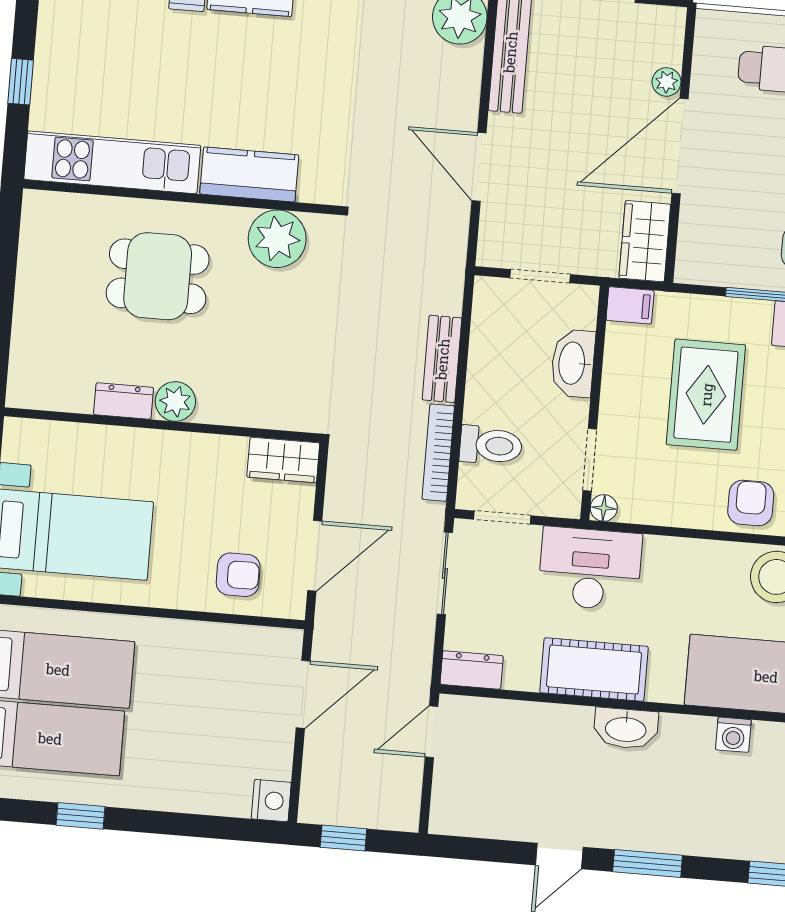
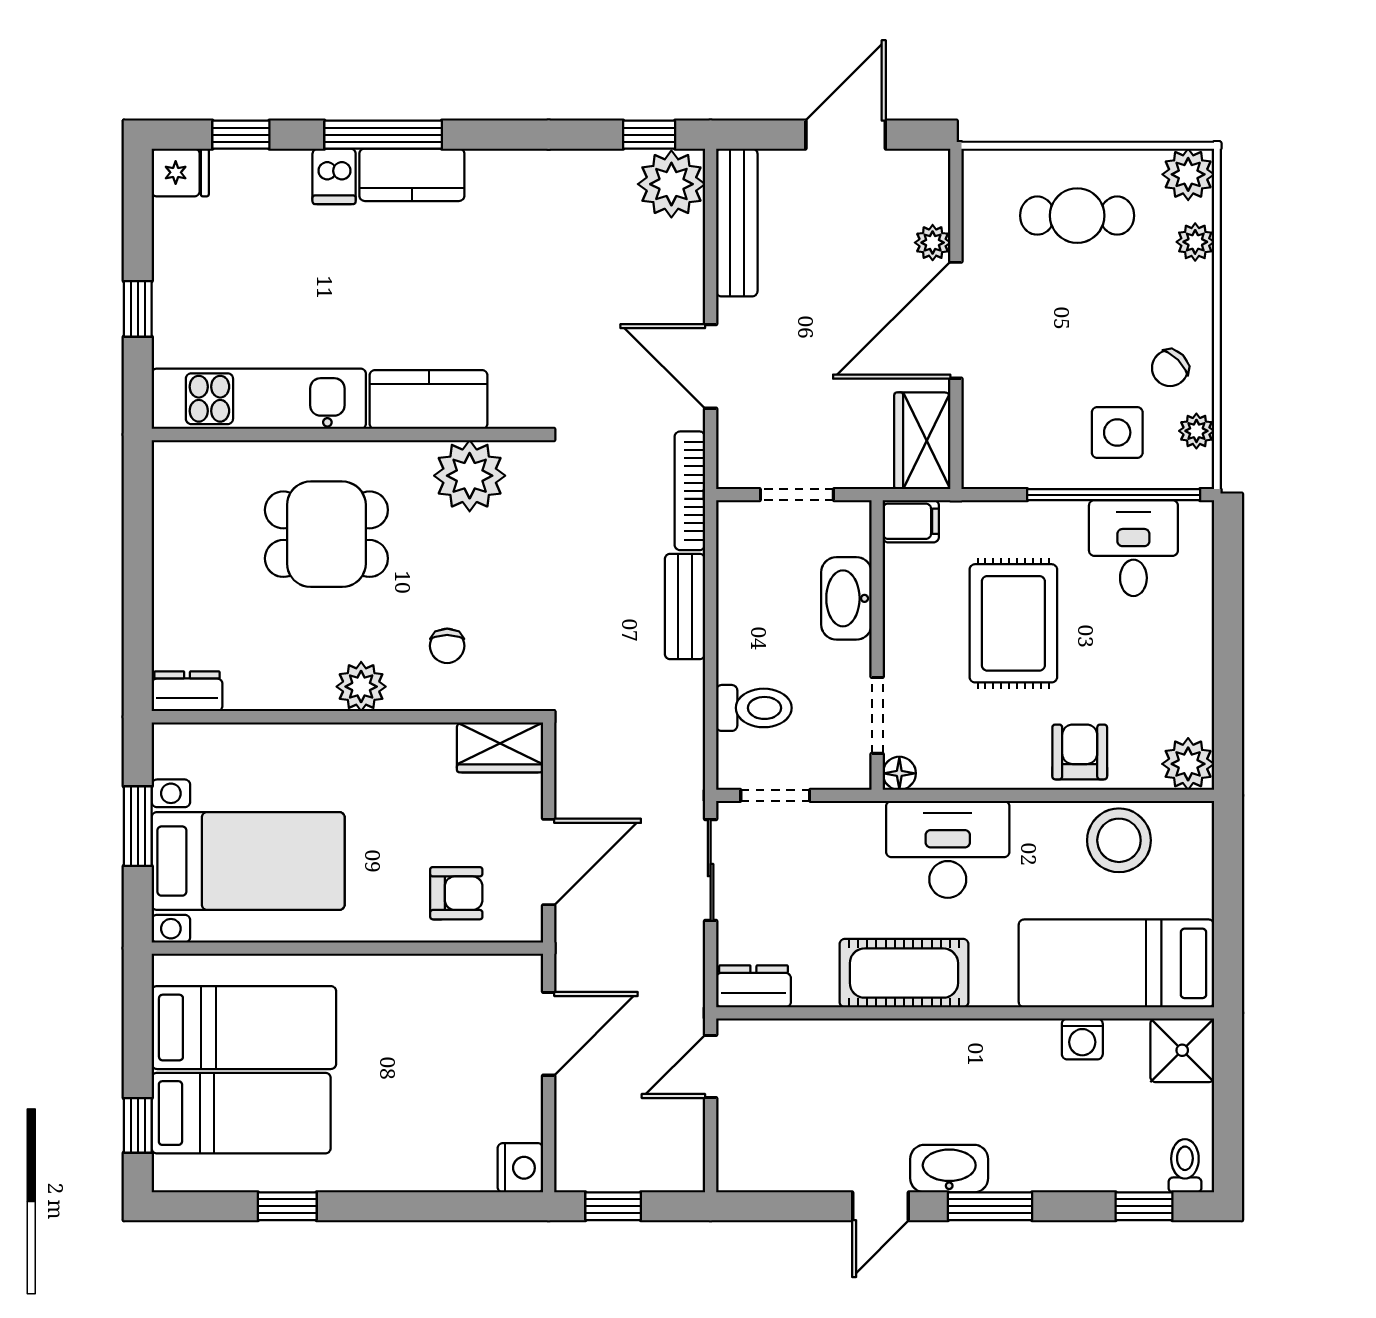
chair: (247, 375) -> (447, 646), added
dresser: (124, 401) -> (187, 691), moved
bookcase: (438, 453) -> (690, 491), moved
desk: (590, 569) -> (948, 849), moved
washbasin: (626, 728) -> (949, 1169), moved, turned 180

